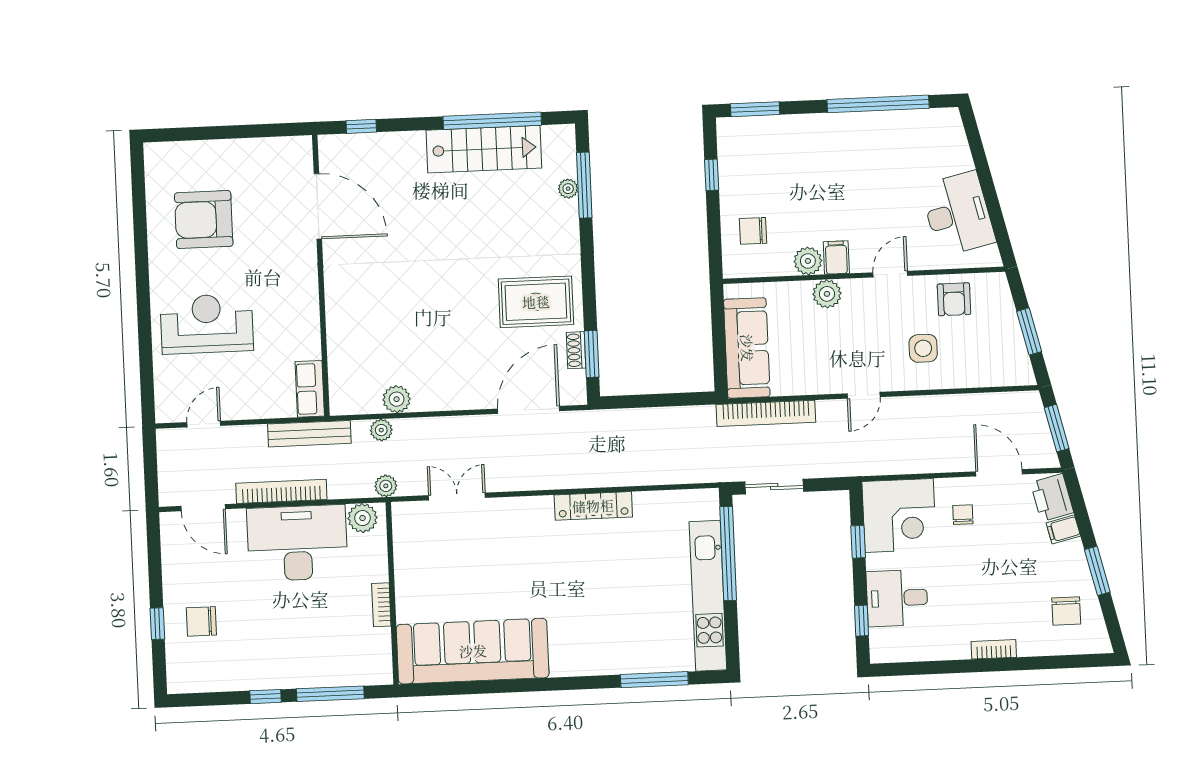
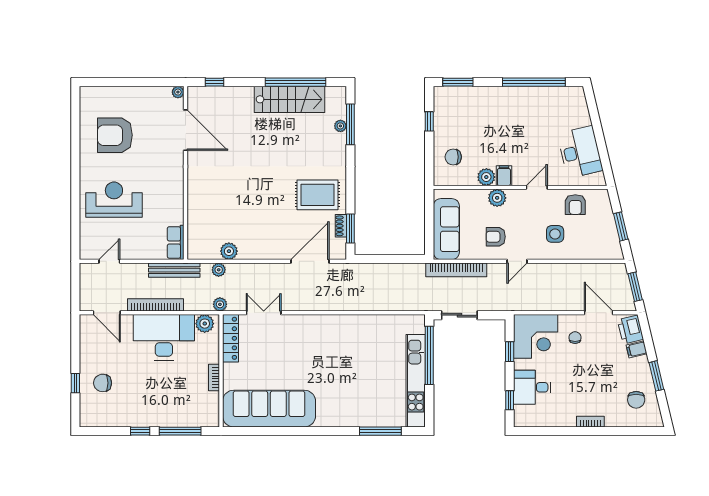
plant: (303, 145) -> (178, 92), added
armchair: (827, 357) -> (496, 237), added
locker: (593, 506) -> (230, 338), moved, turned -90

